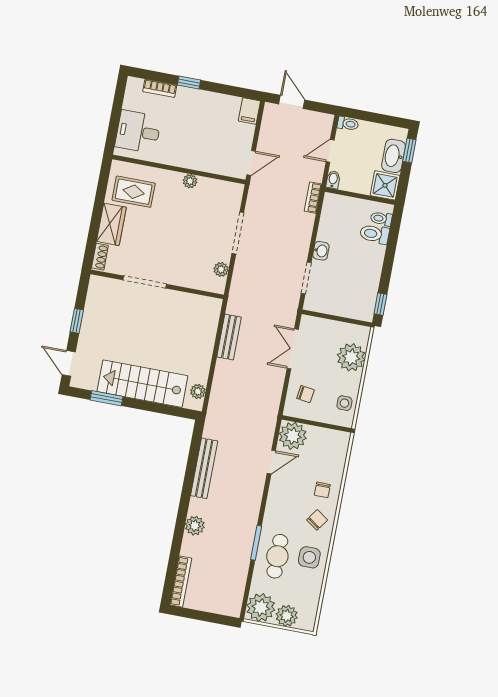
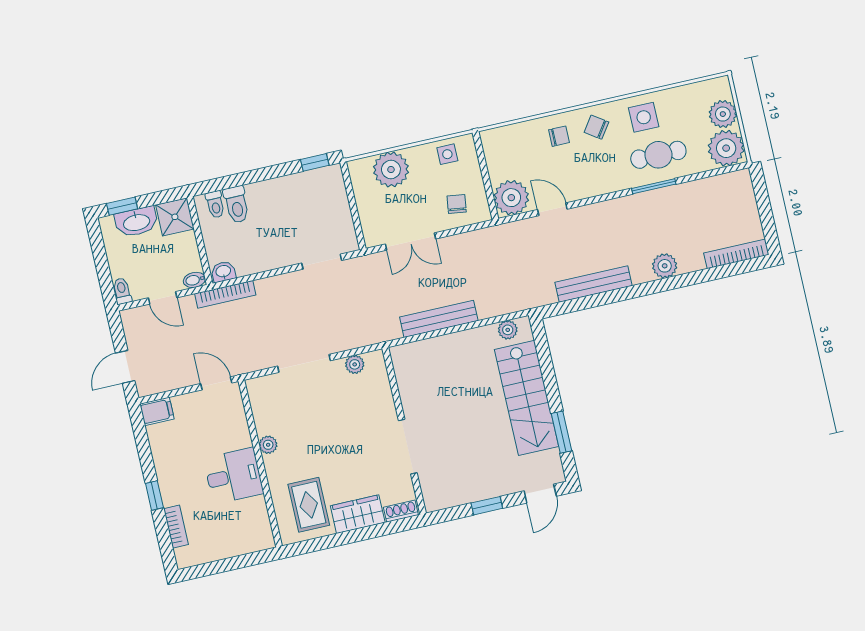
desk: (138, 132) -> (234, 476), moved, turned -90
bookcase: (313, 198) -> (225, 294), width x1.56
washbasin: (321, 251) -> (223, 272), moved
bench: (229, 337) -> (439, 319), width x1.36

